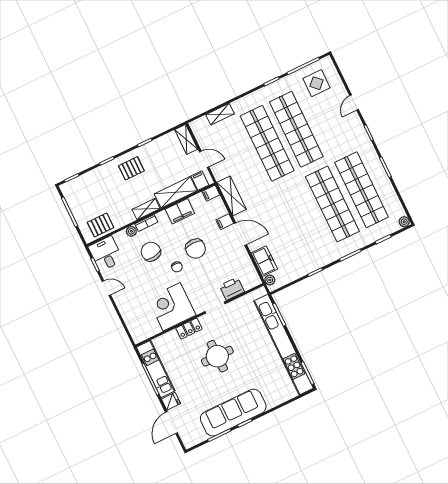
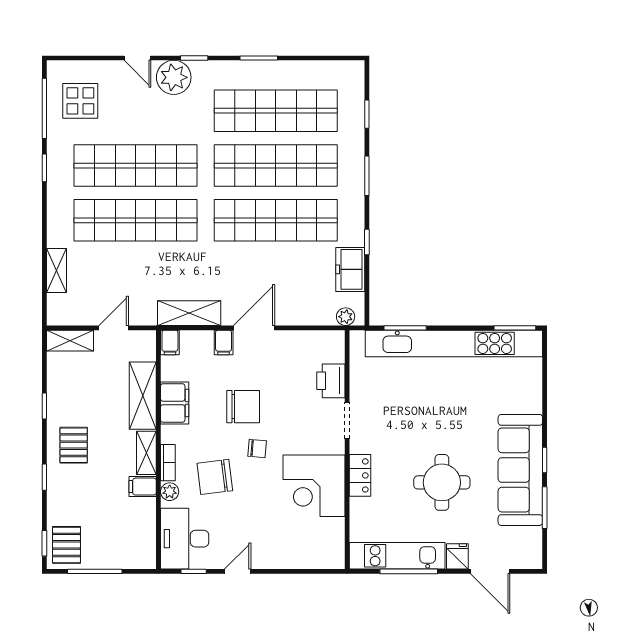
filing cabinet: (200, 181) -> (143, 487), moved
shop shelf: (303, 218) -> (276, 220), added
plant: (404, 222) -> (174, 77), moved, width x1.87, depth x1.87
pallet: (101, 225) -> (66, 545), moved
desk: (106, 254) -> (185, 539), width x1.37
freezer: (264, 261) -> (350, 269), moved, turned -90
round table: (217, 356) -> (442, 482), moved

